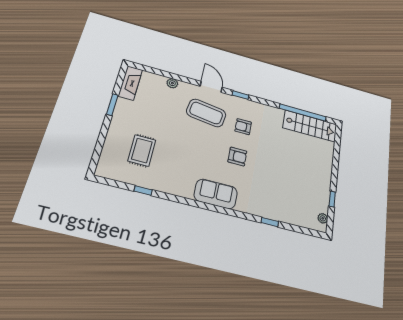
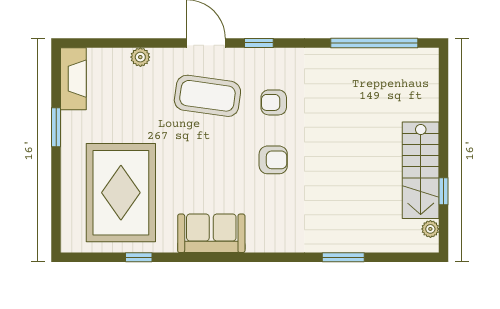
stairs: (310, 126) -> (421, 170), moved, turned 90
rug: (142, 150) -> (121, 193), width x1.86, depth x2.06
sofa: (216, 194) -> (211, 233), moved
window: (270, 222) -> (343, 257), width x1.50

